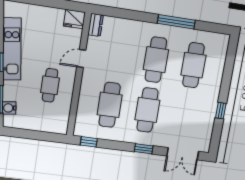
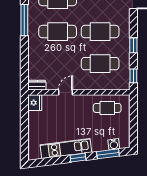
door: (81, 59) -> (65, 92), swing flipped
cafe table: (50, 85) -> (107, 108), moved
window: (144, 149) -> (133, 45), moved

